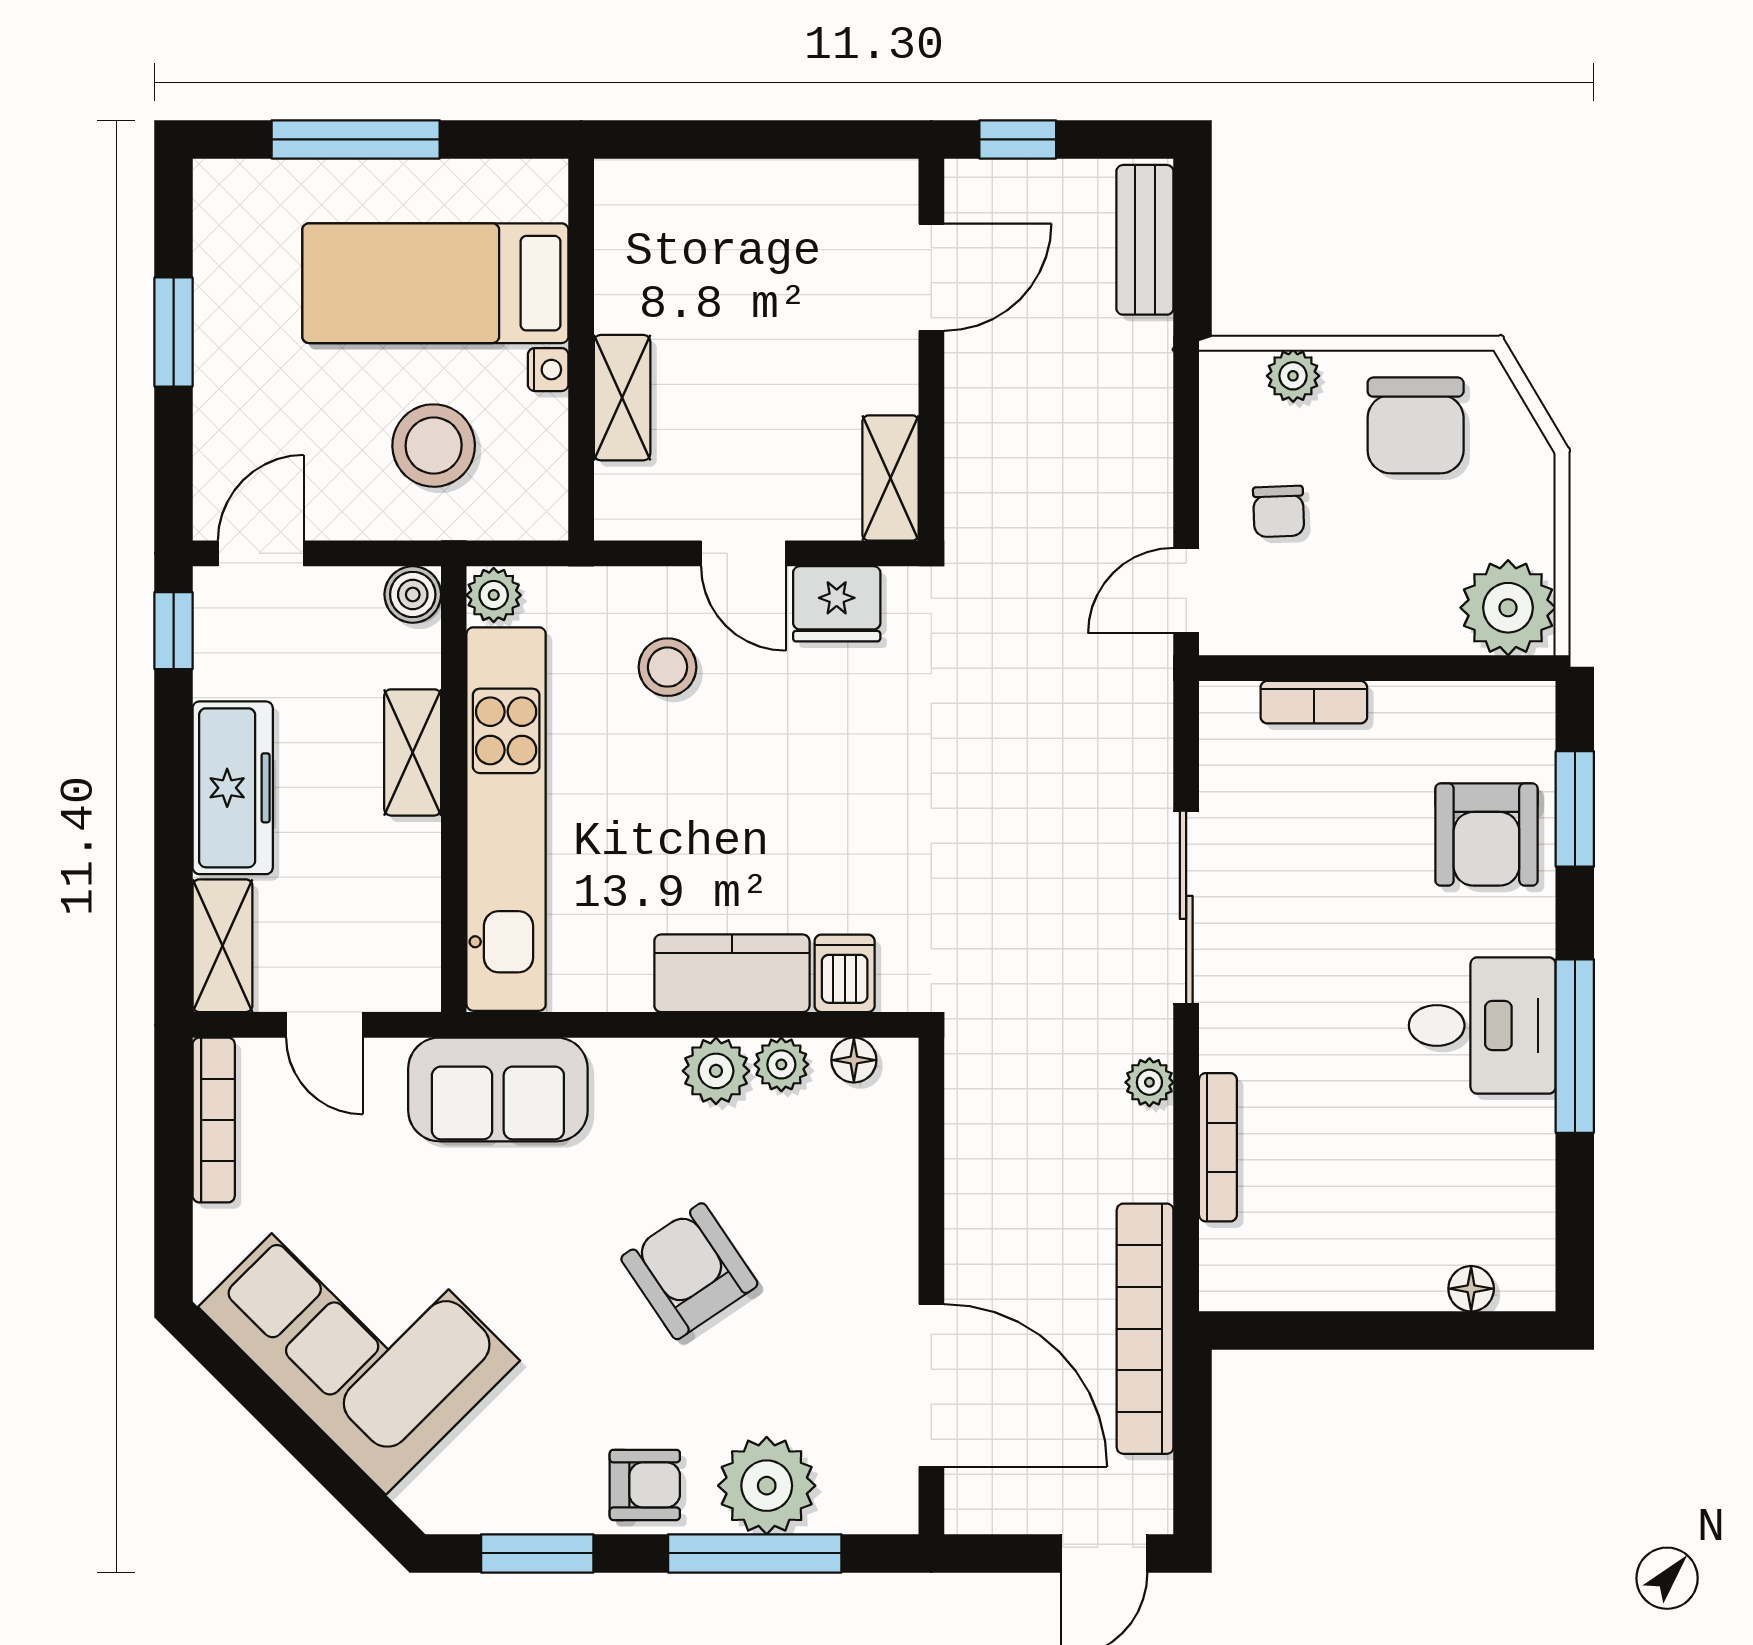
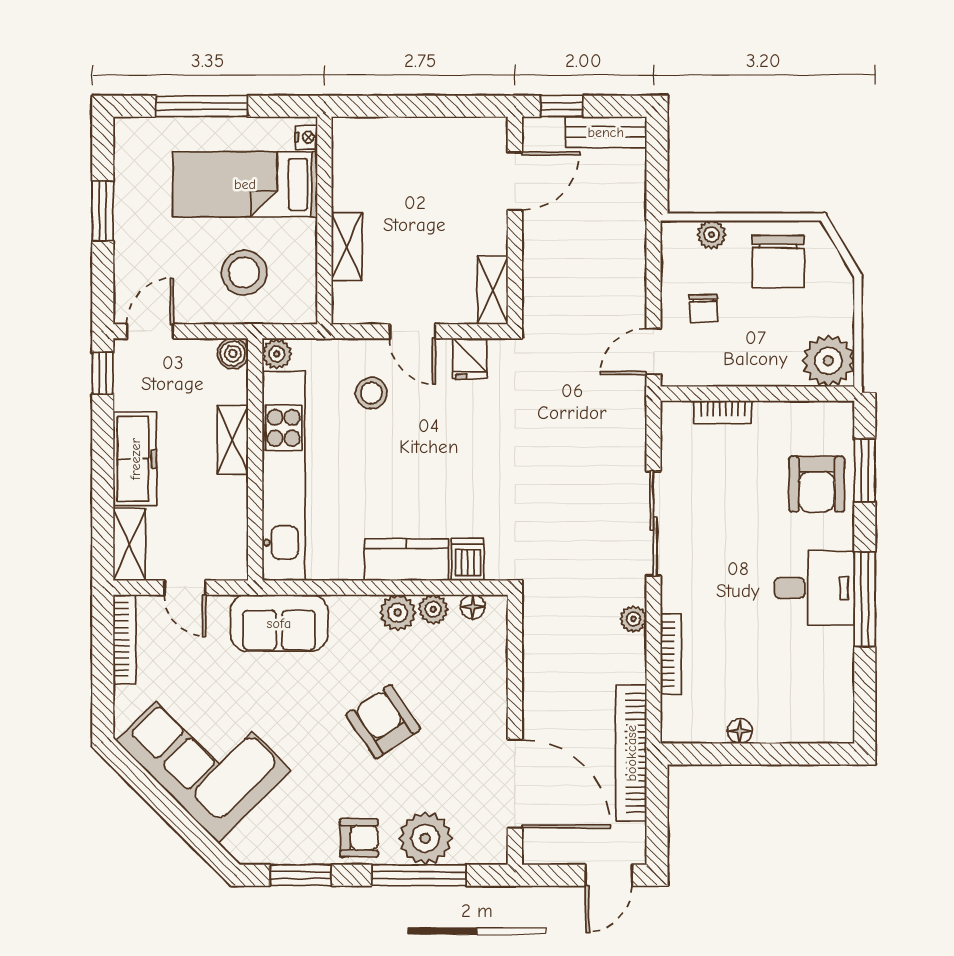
bench: (1145, 240) -> (606, 132), moved, turned 90
nightstand: (548, 370) -> (306, 137), moved
fridge: (837, 604) -> (470, 359), width x0.72
floor lamp: (1471, 1289) -> (740, 731), moved

